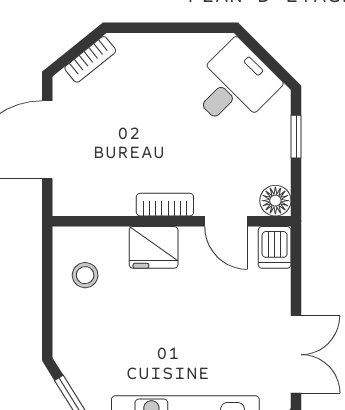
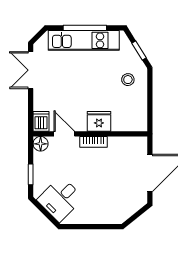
bookcase: (90, 59) -> (129, 211), removed
stool: (85, 275) -> (128, 80), moved

